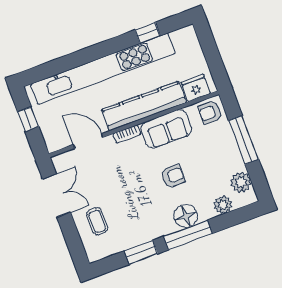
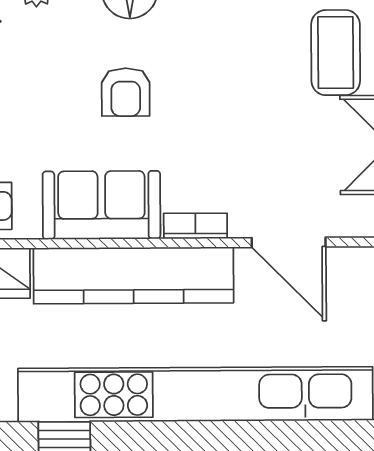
armchair: (173, 176) -> (126, 92), turned -90
coffee table: (97, 221) -> (336, 53), width x1.36, depth x1.30

